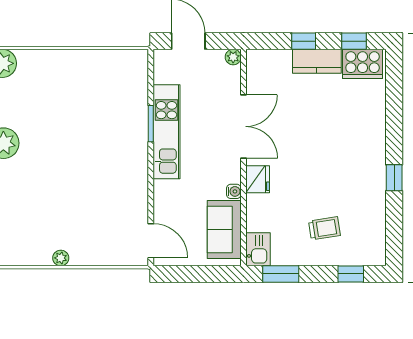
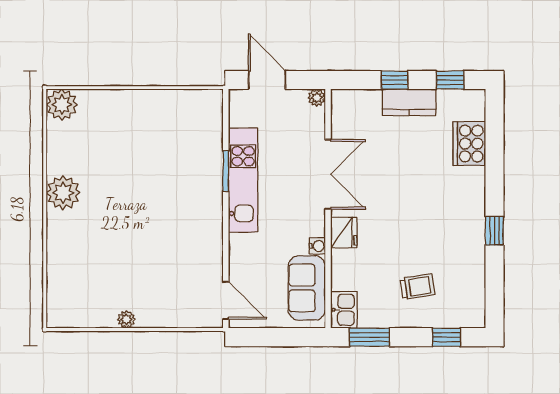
cooker: (363, 64) -> (469, 144), moved, turned 90

